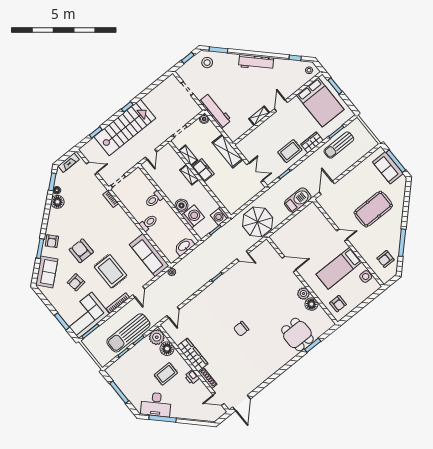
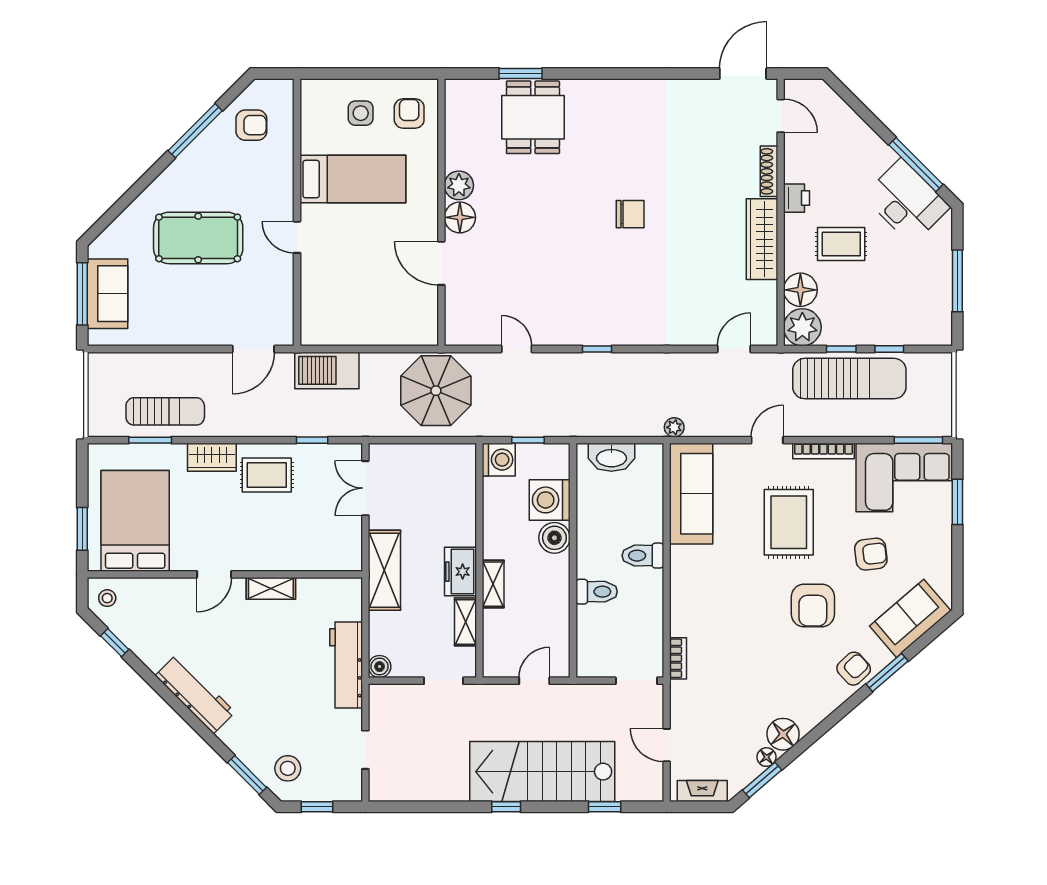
side table: (366, 276) -> (361, 113), moved
floor lamp: (311, 304) -> (460, 217), moved

